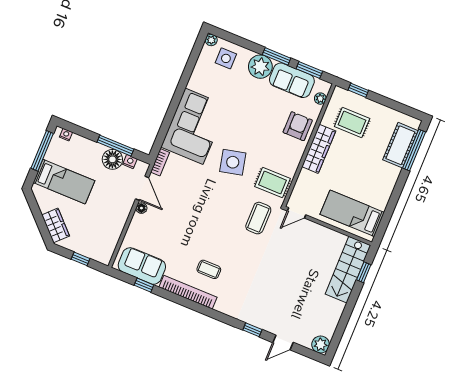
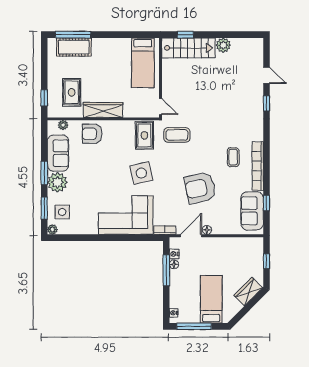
window: (309, 70) -> (44, 208), moved
floor lamp: (112, 159) -> (174, 264), width x0.53, depth x0.53
armchair: (190, 220) -> (200, 188), added
plant: (321, 344) -> (223, 45), moved

